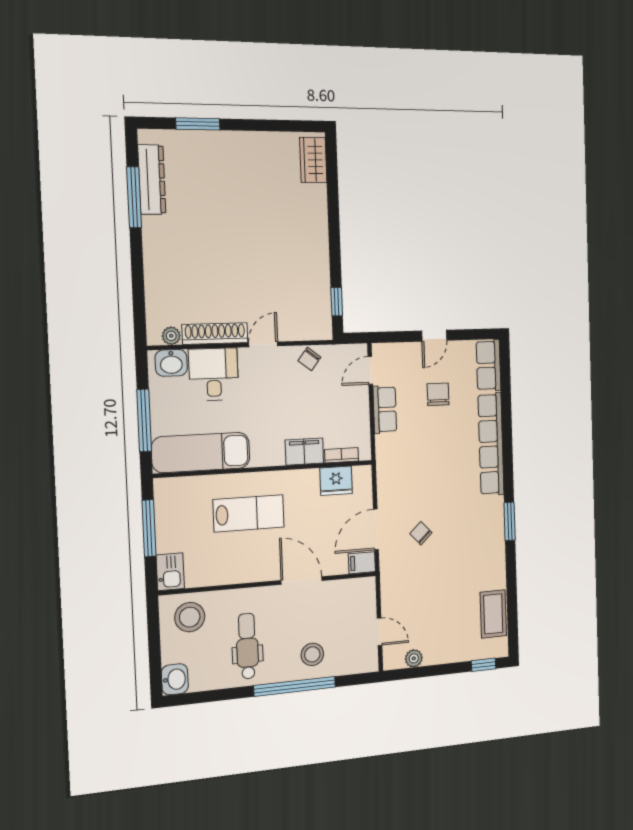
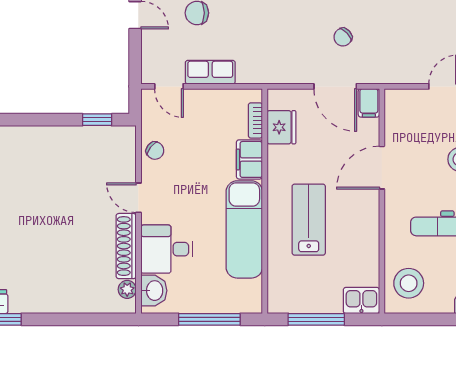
exam couch: (201, 452) -> (244, 229), moved

